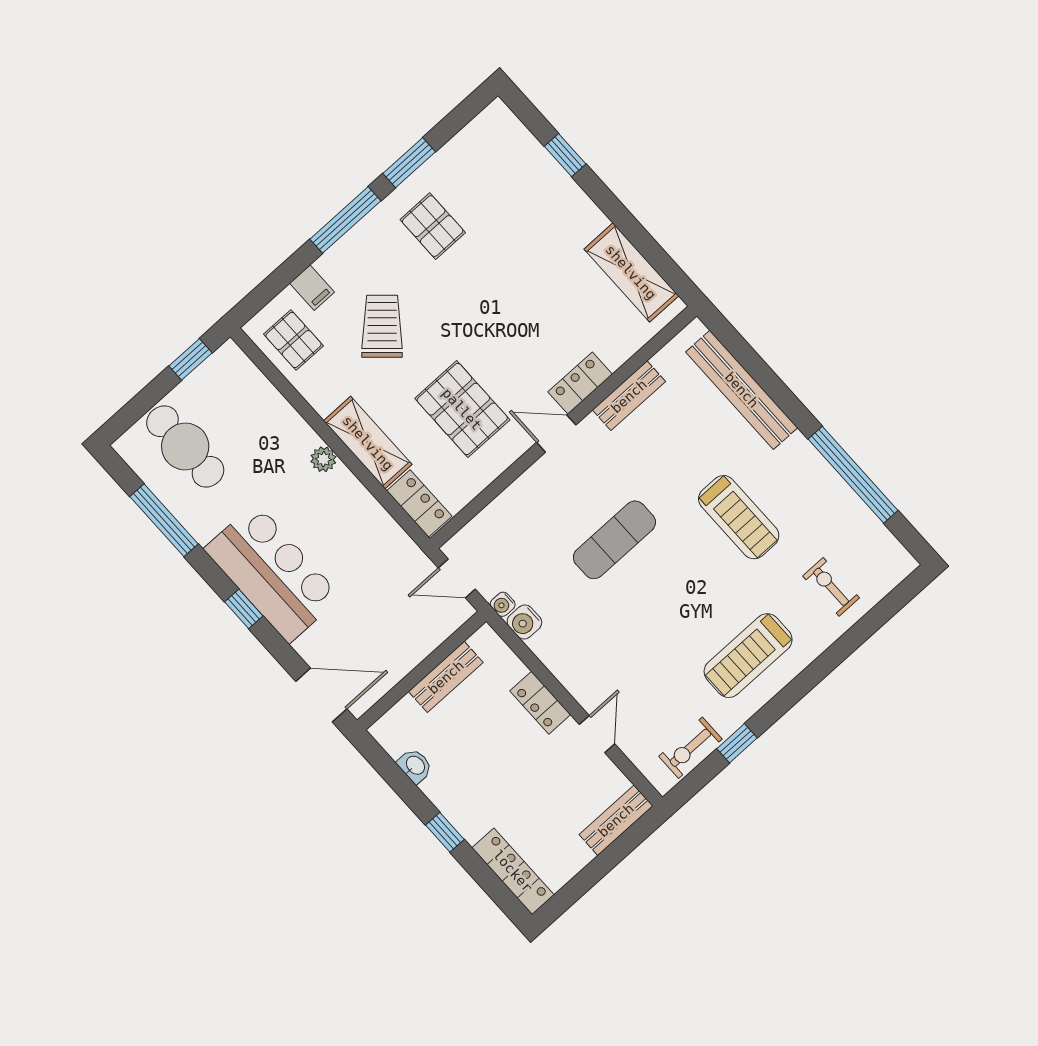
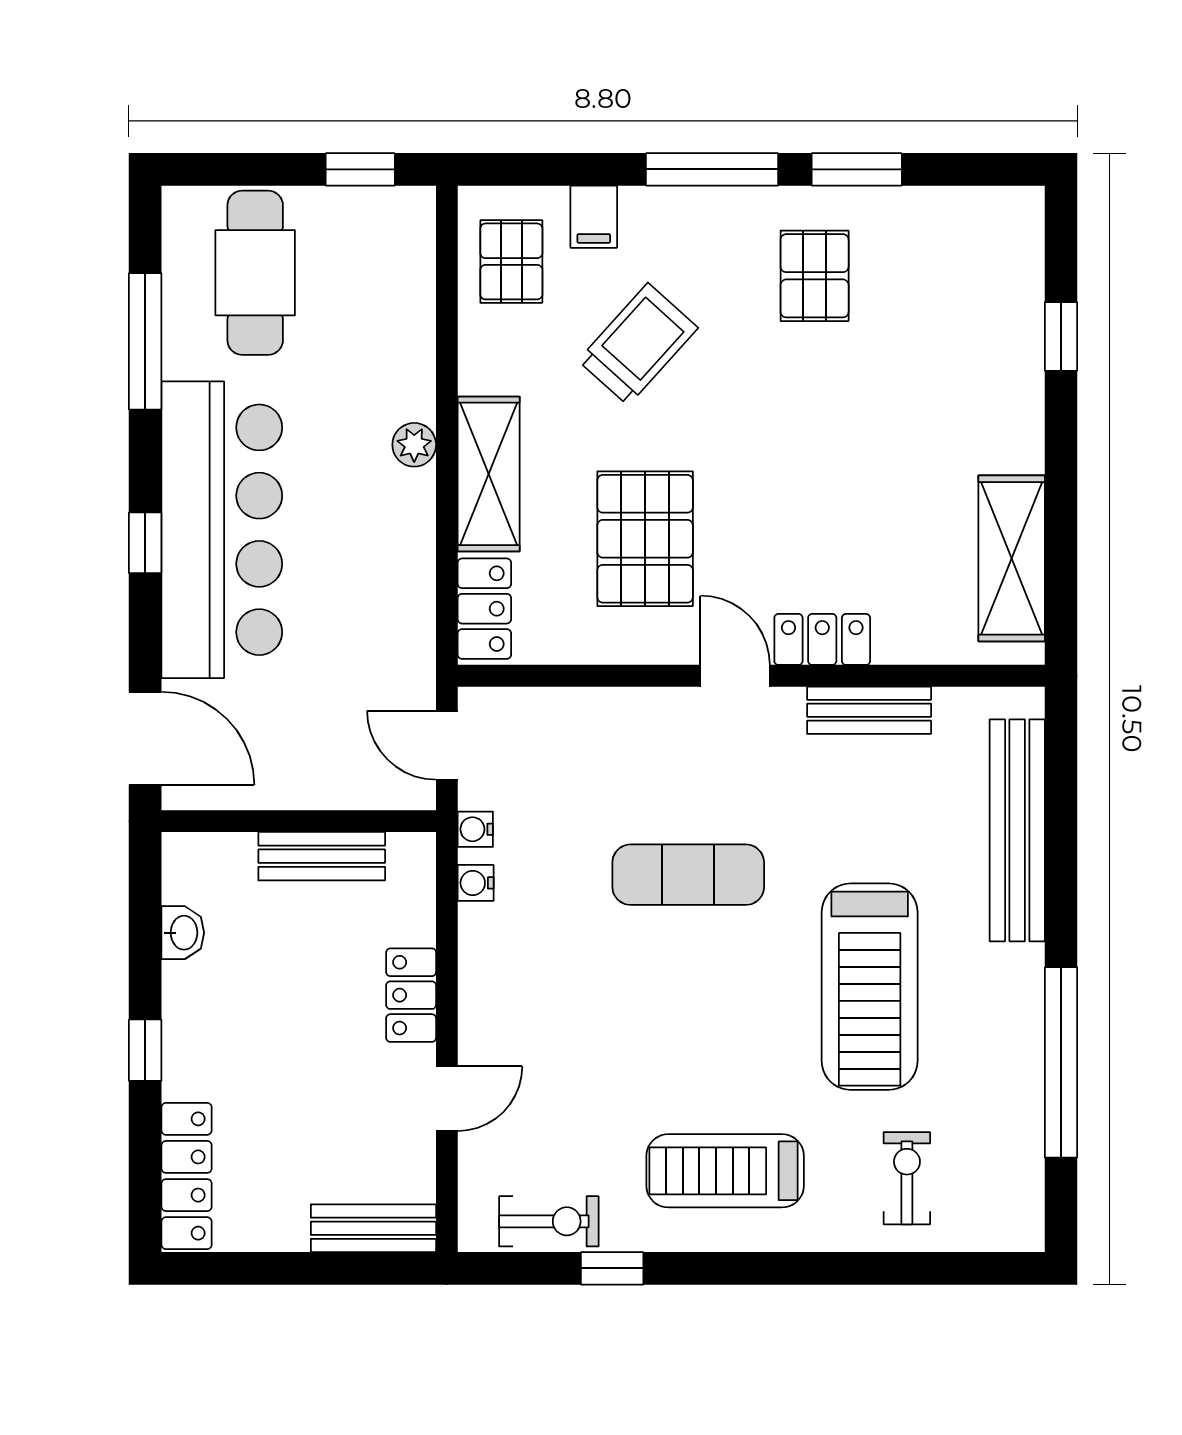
treadmill: (739, 517) -> (870, 987), width x1.37, depth x1.38
bar counter: (272, 573) -> (222, 530), width x1.36
water cooler: (524, 622) -> (476, 883), width x0.72, depth x0.72
exercise bike: (690, 748) -> (549, 1221), turned 180

